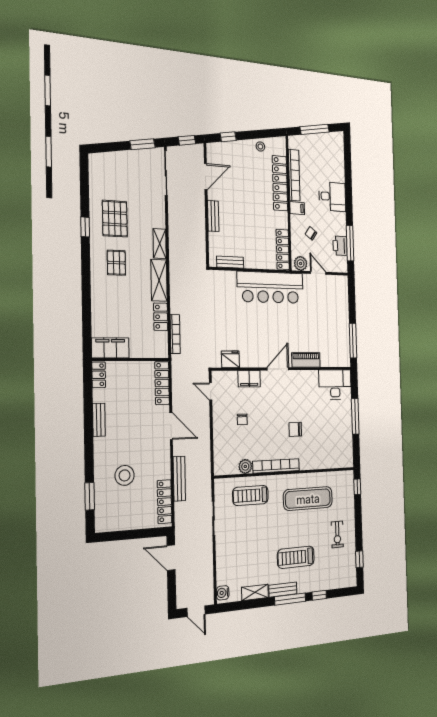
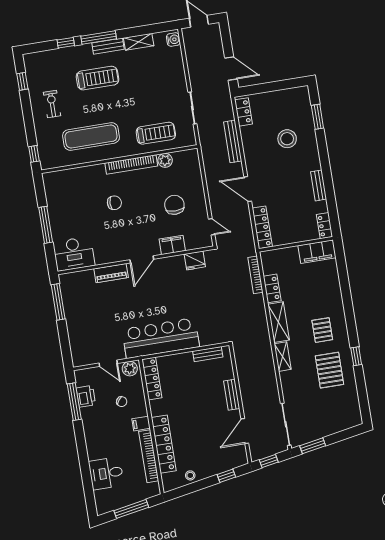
desk: (332, 197) -> (106, 473), moved
chair: (242, 419) -> (174, 205), width x1.87, depth x1.87
locker: (165, 502) -> (243, 112), width x0.66

